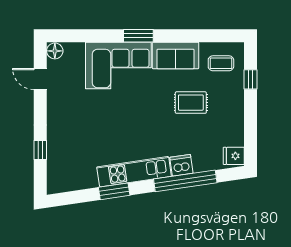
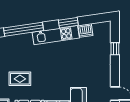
dishwasher: (181, 165) -> (86, 30), moved

